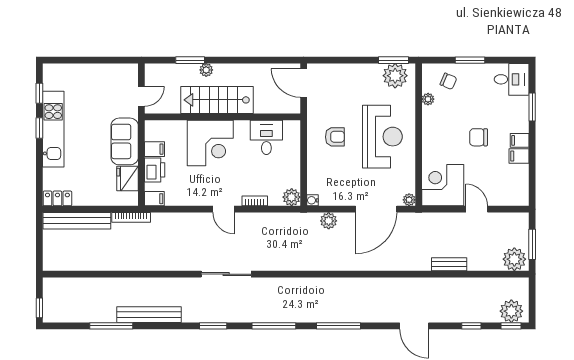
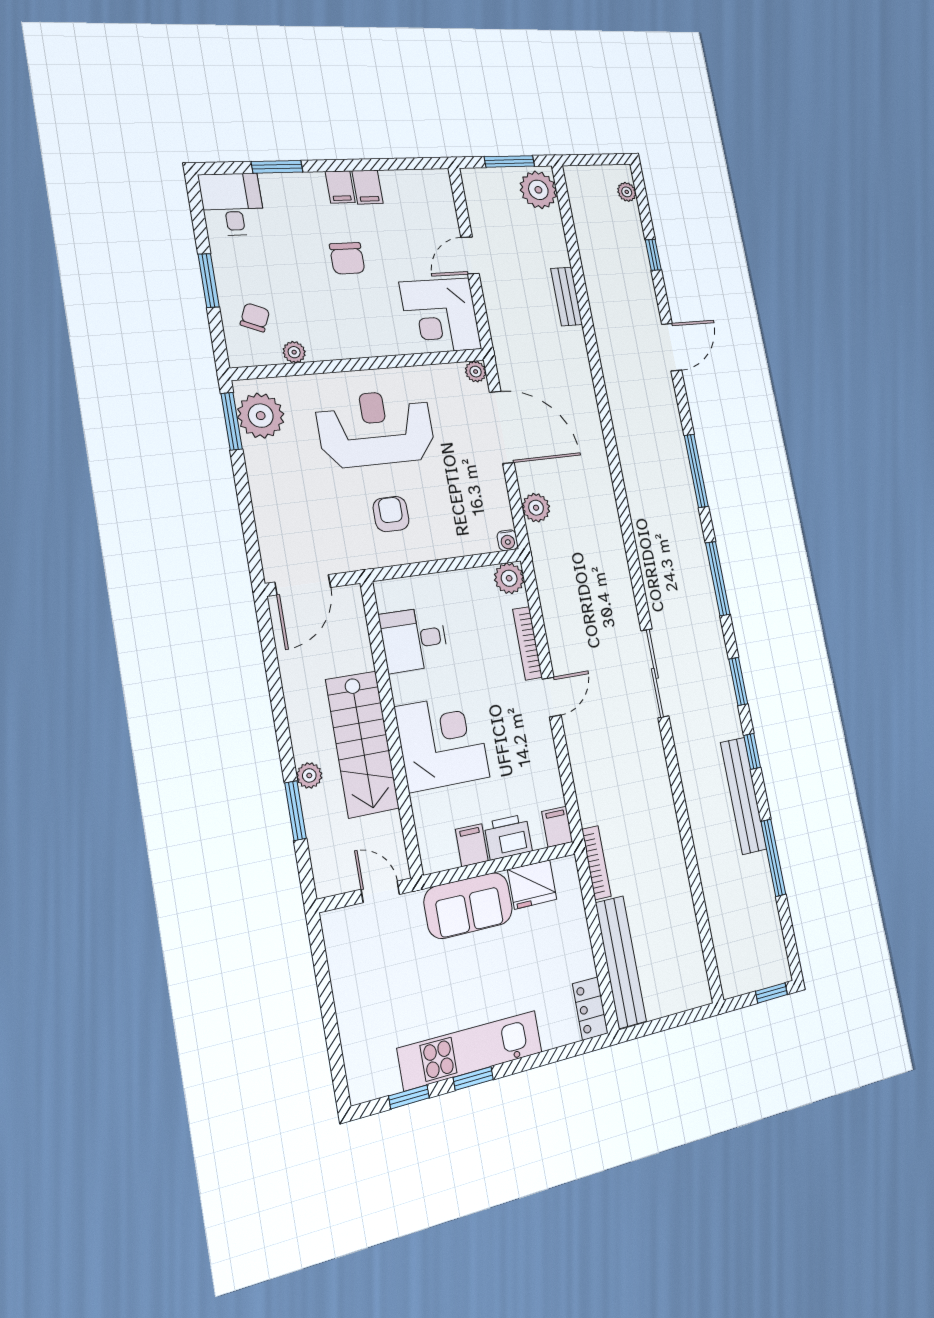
bookcase: (255, 201) -> (527, 643), width x1.56
plant: (511, 311) -> (627, 192), width x0.53, depth x0.53
window: (511, 326) -> (752, 751), moved

